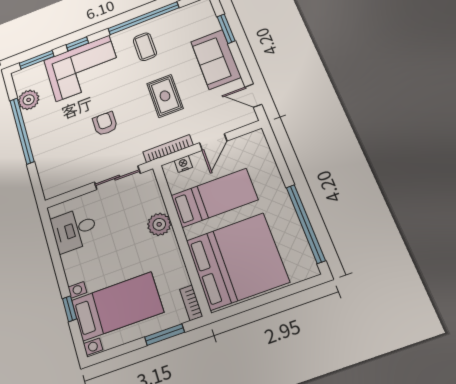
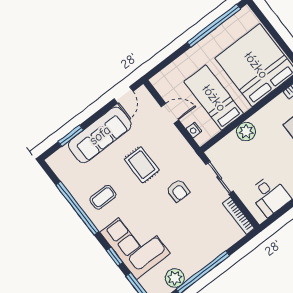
sofa: (216, 59) -> (100, 135), width x1.36
rug: (165, 96) -> (142, 165), turned 90
armchair: (105, 124) -> (178, 191), moved, turned -90
bookcase: (168, 149) -> (238, 216), moved

